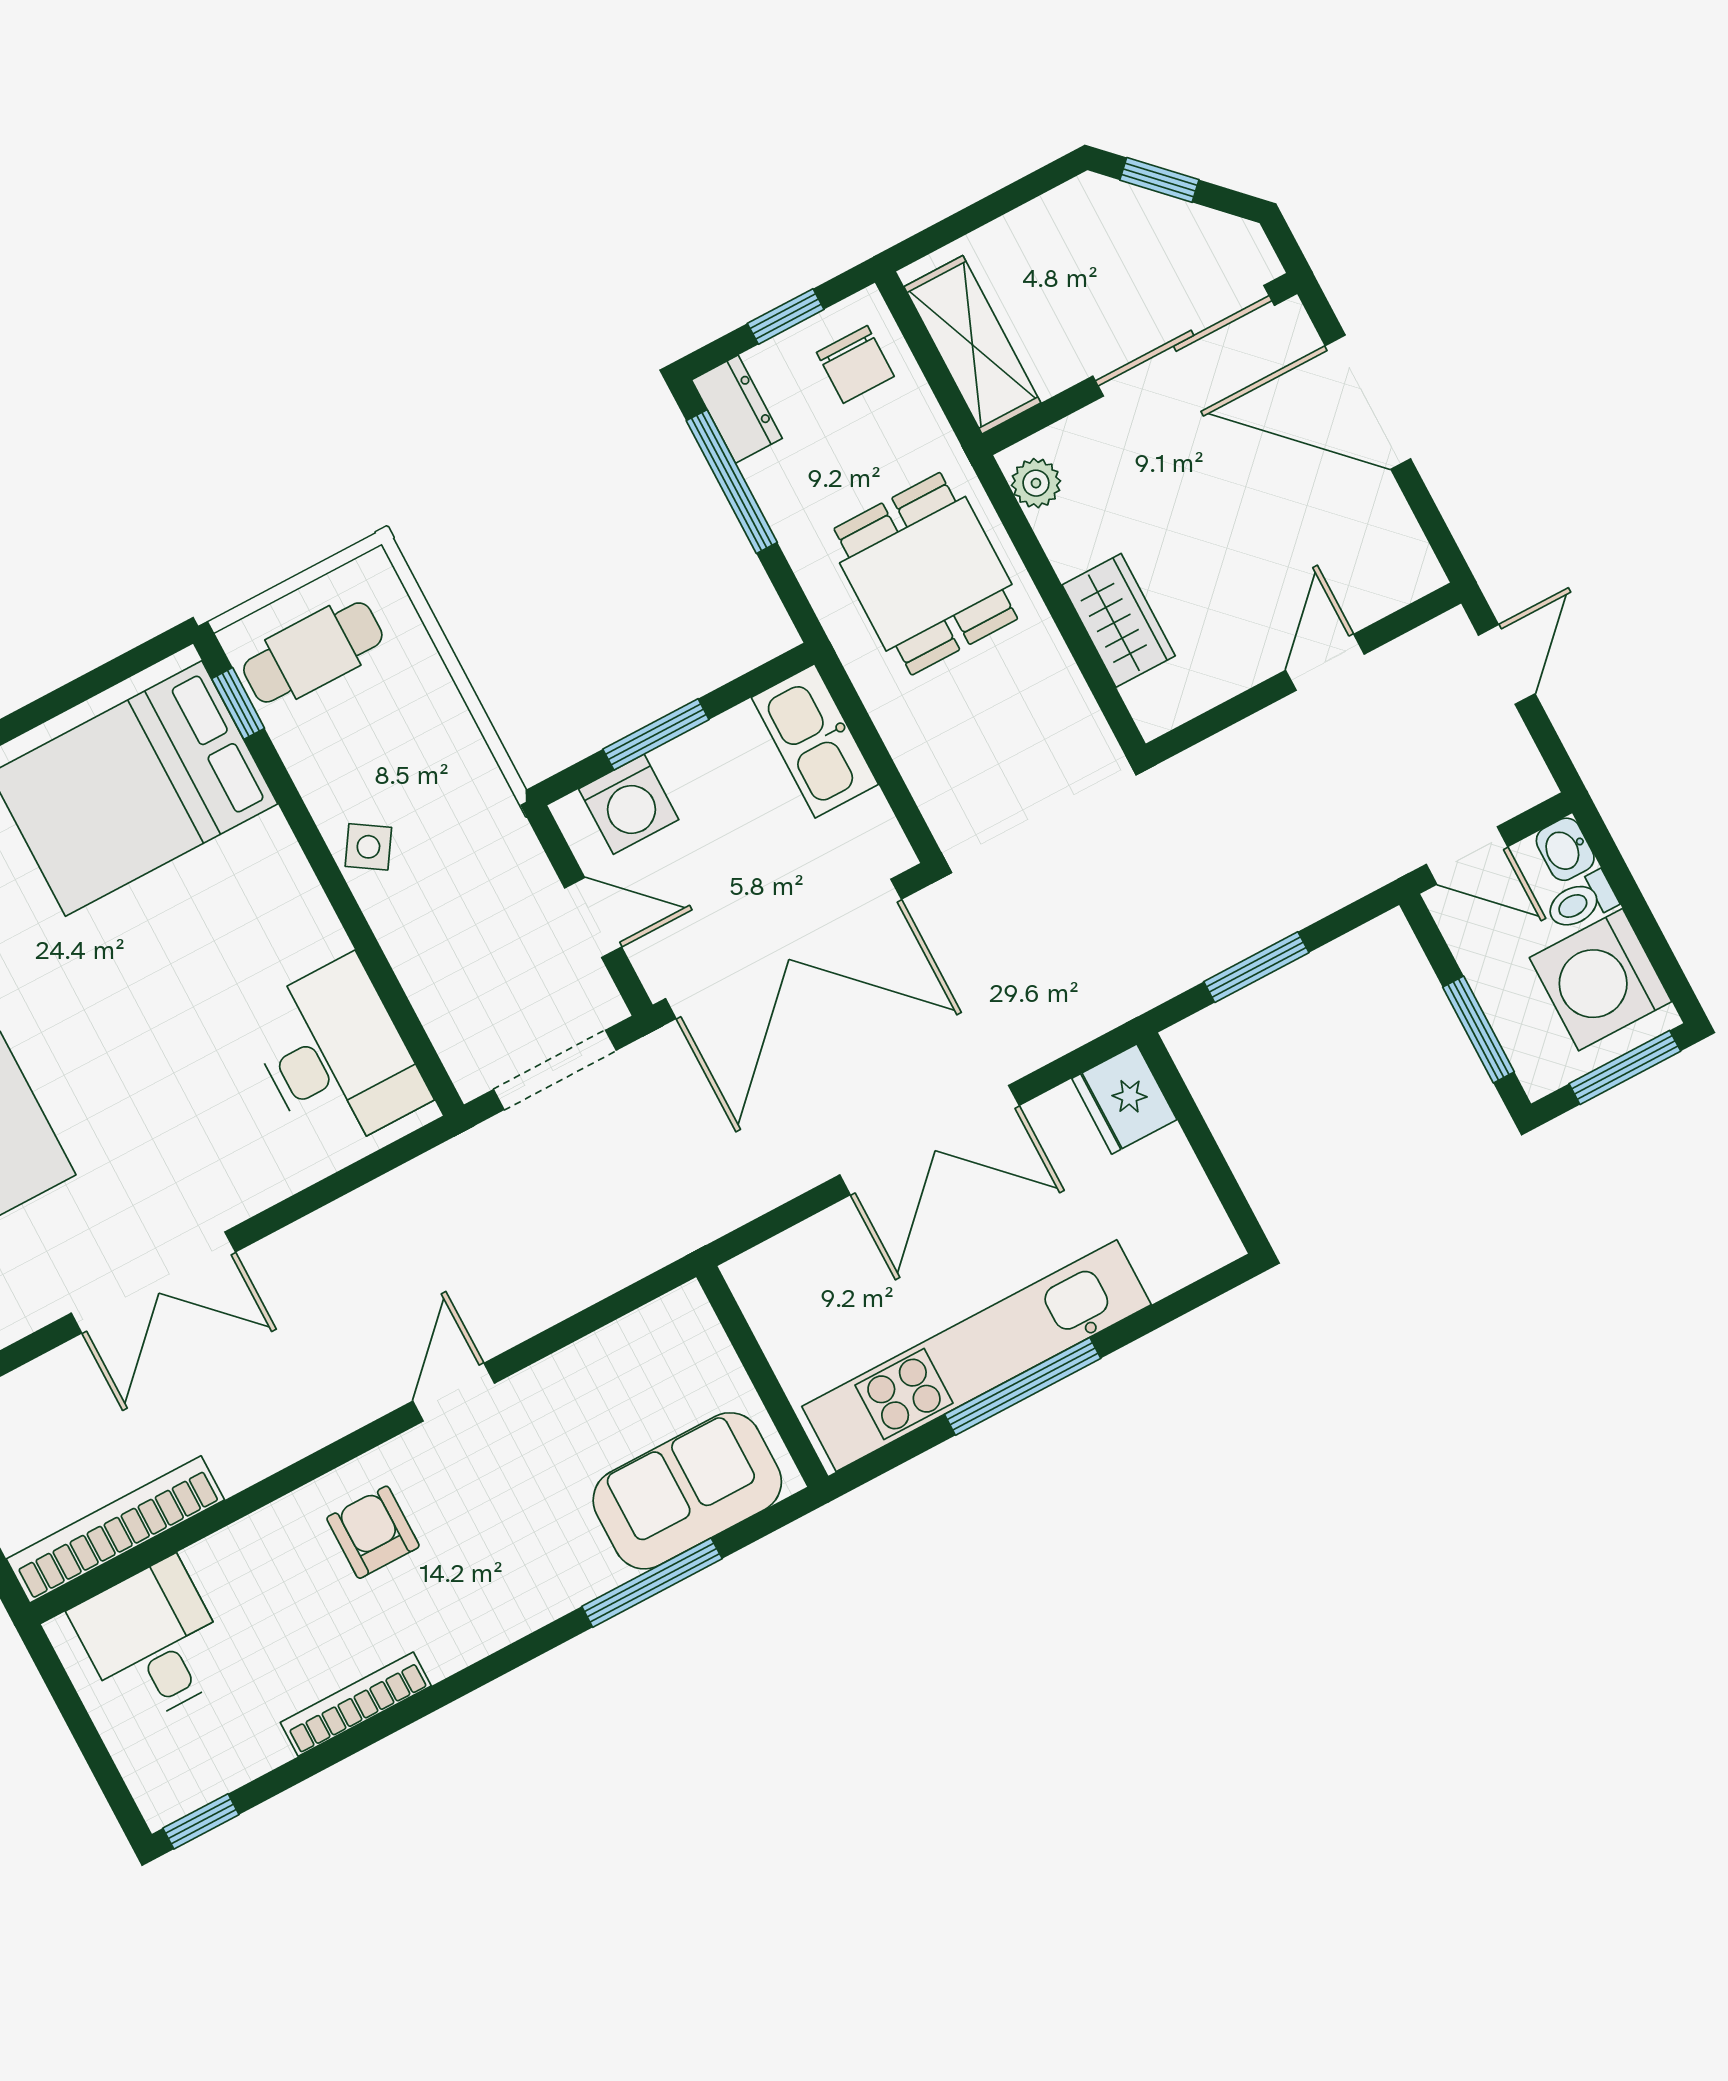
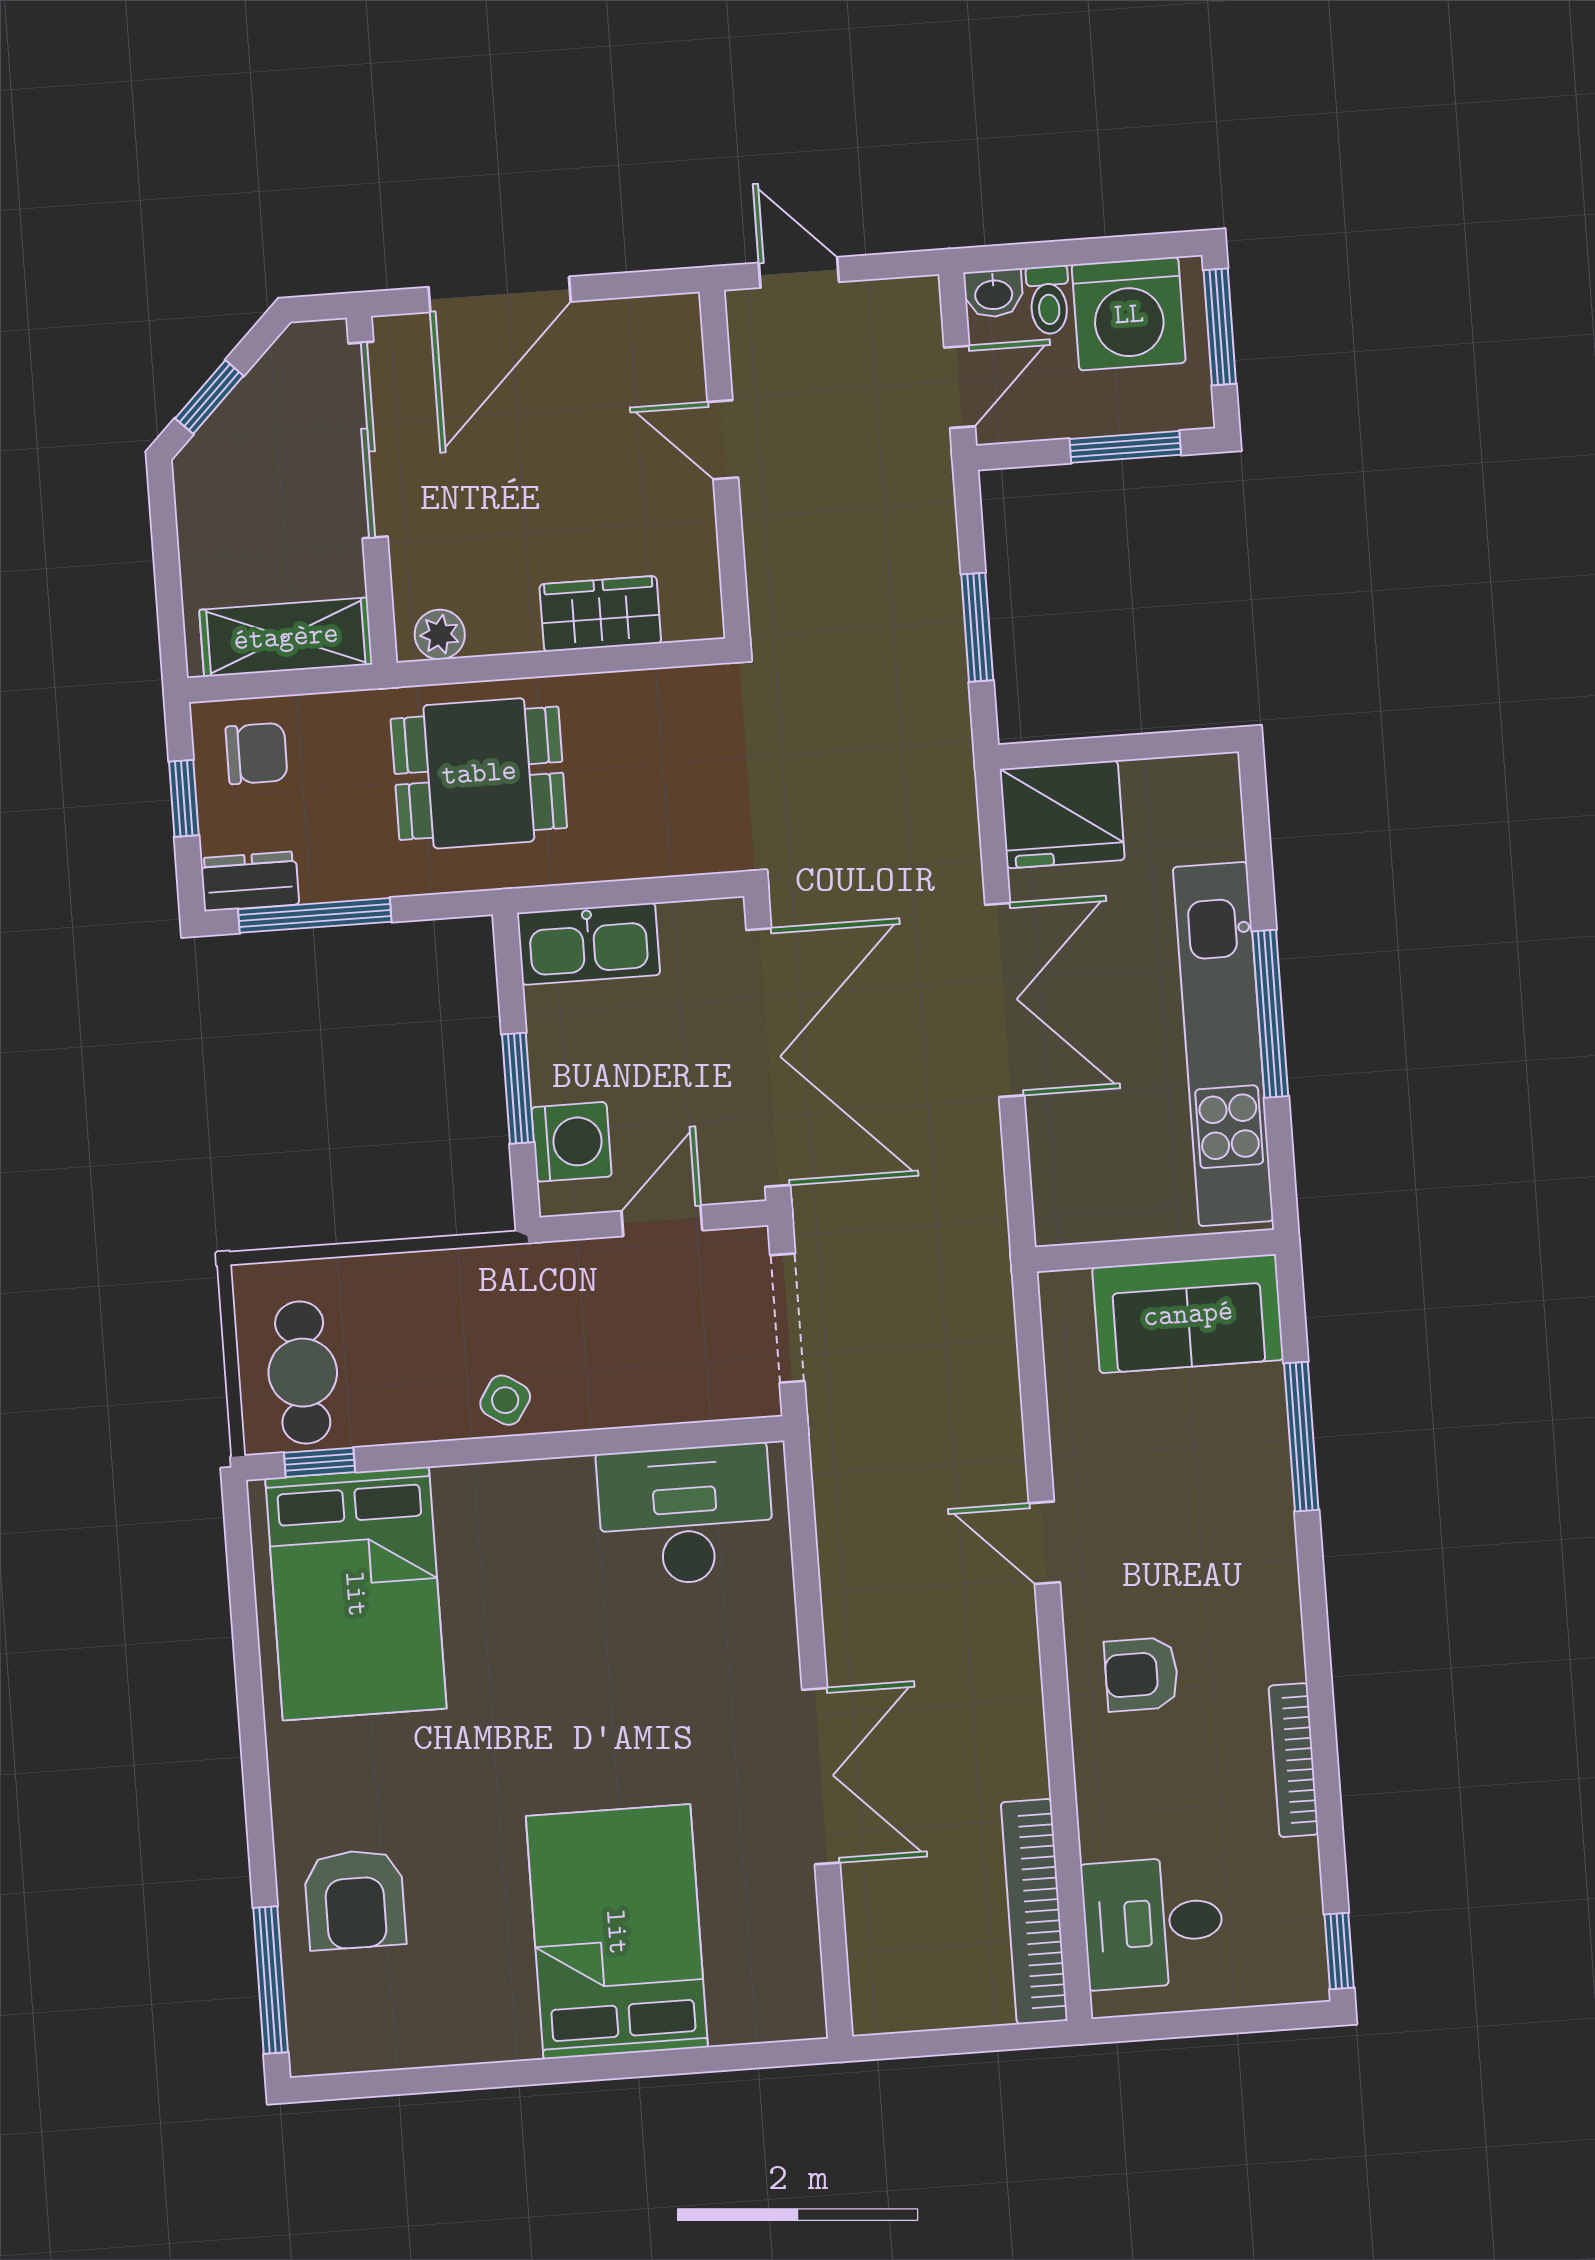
fridge: (1124, 1099) -> (1062, 814), width x1.36, depth x1.34
sofa: (687, 1491) -> (1188, 1314), moved, turned -90

